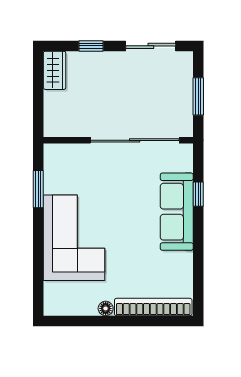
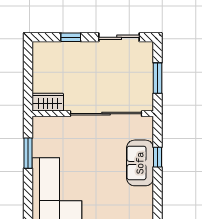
wardrobe: (55, 70) -> (48, 102), moved, turned -90
sofa: (177, 212) -> (140, 163), width x0.73

